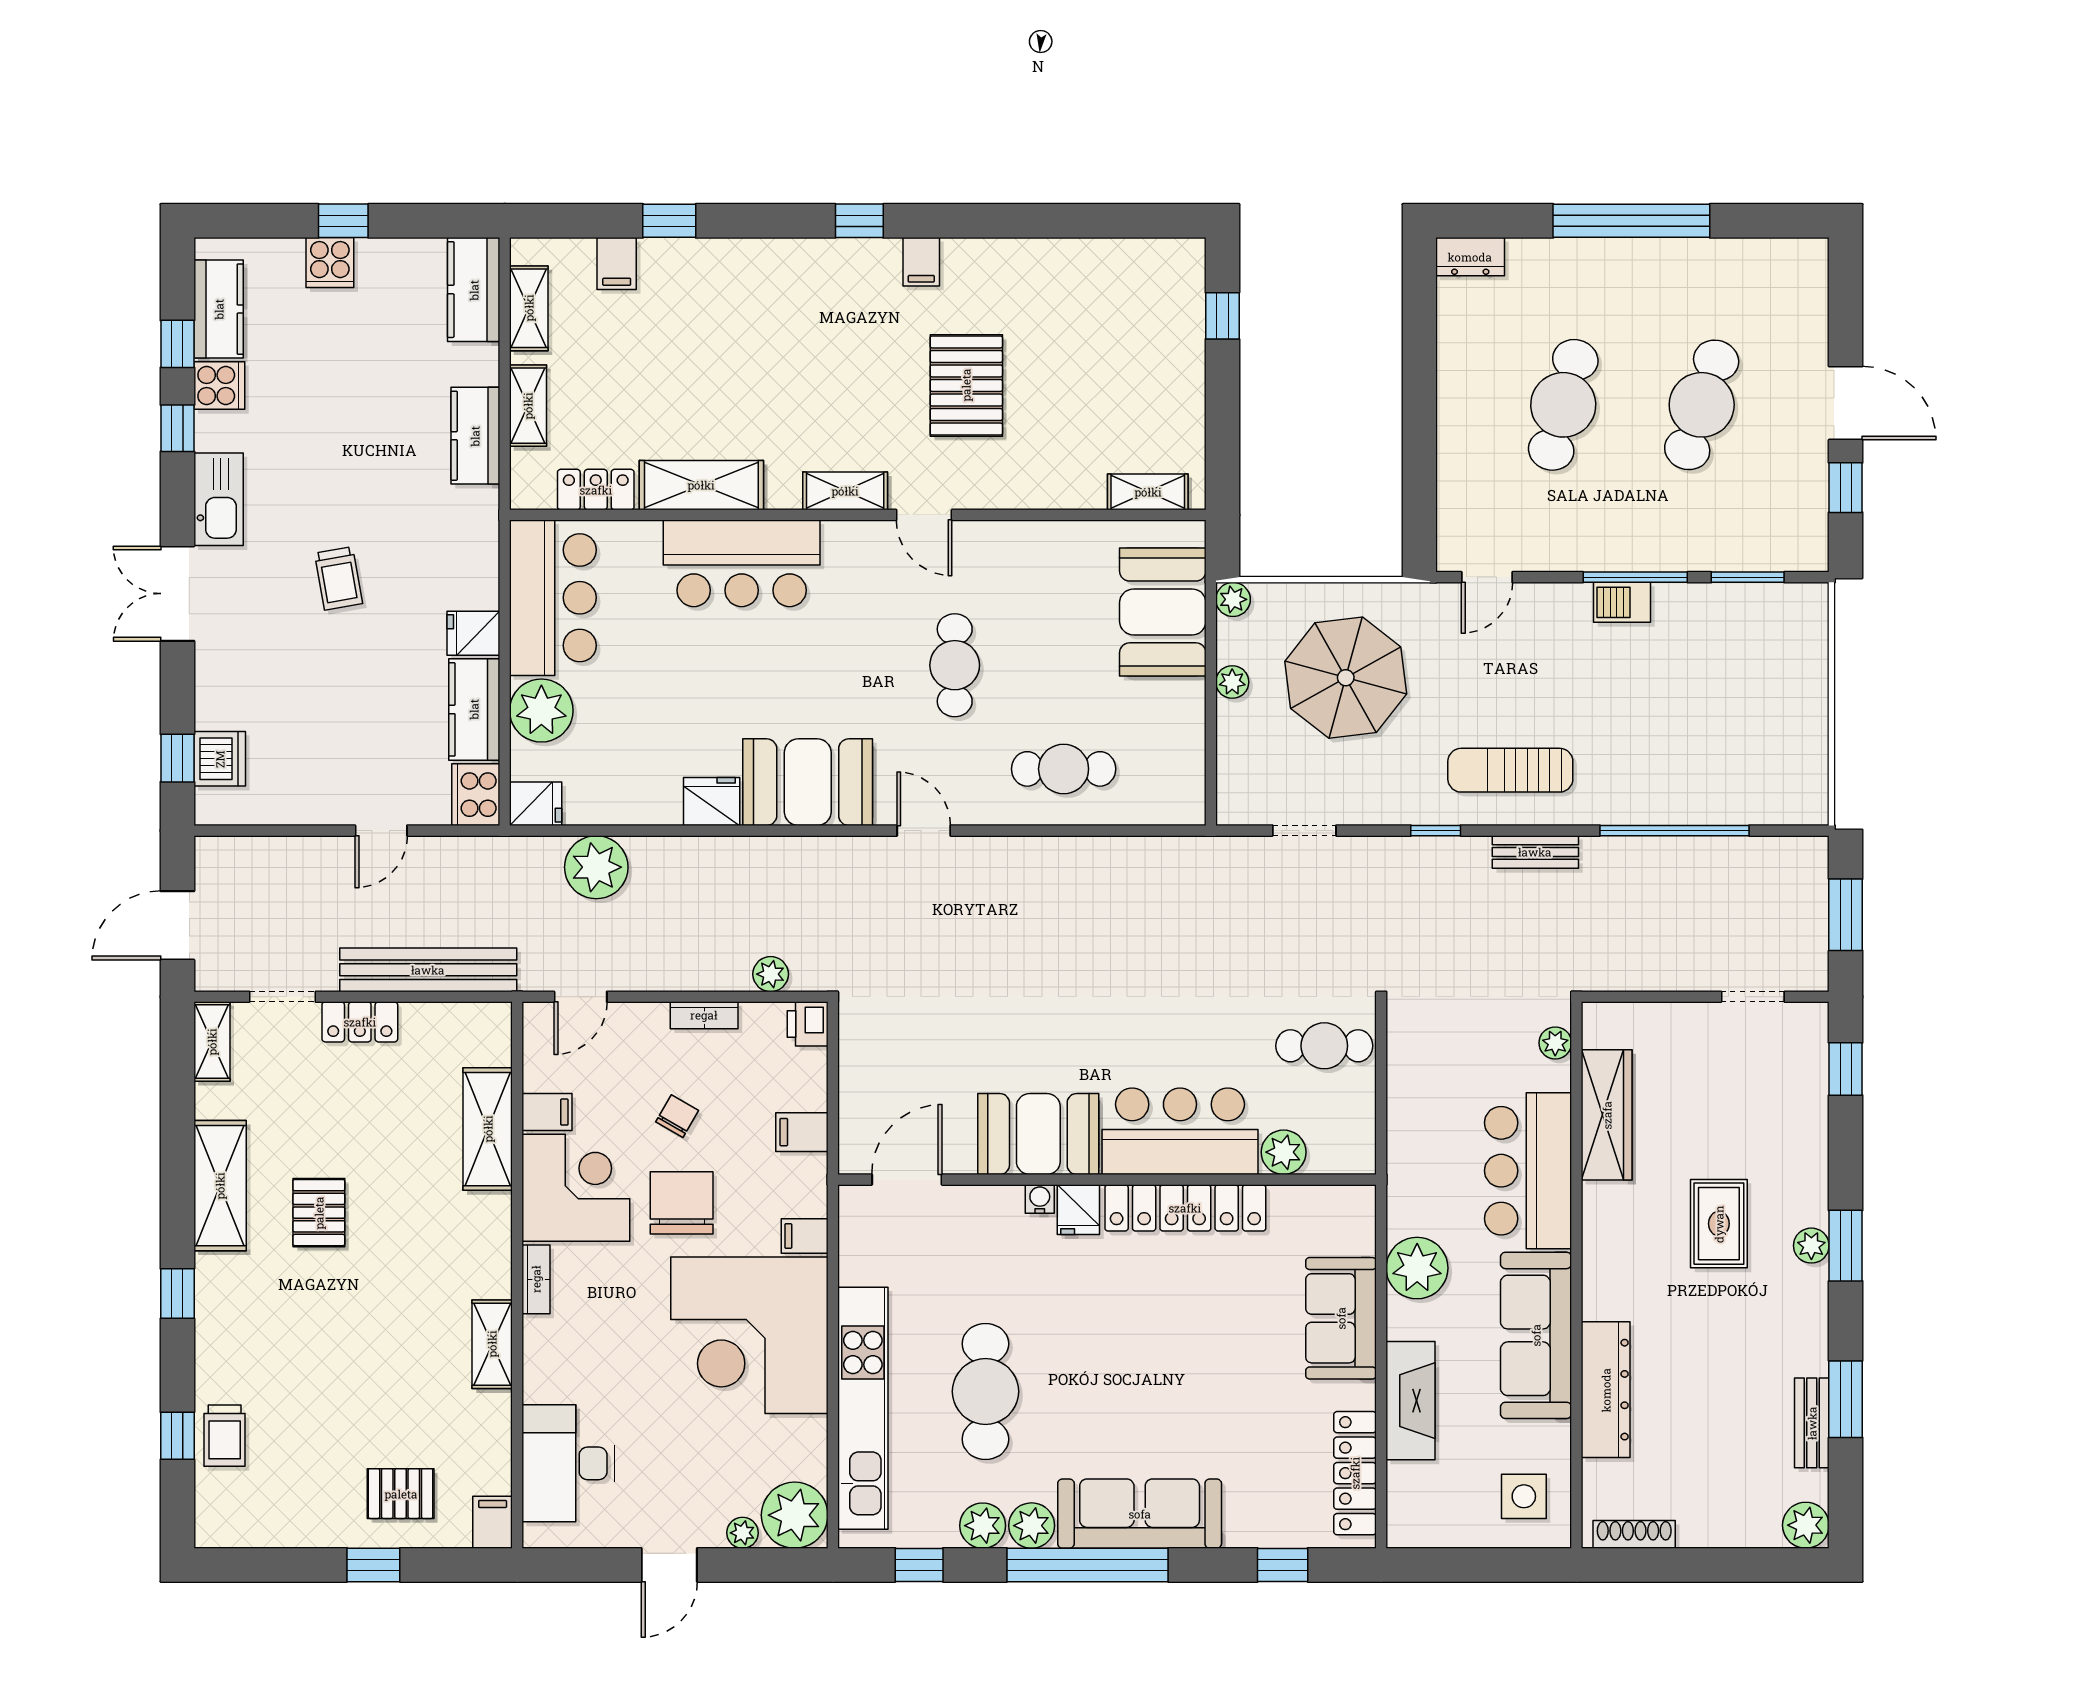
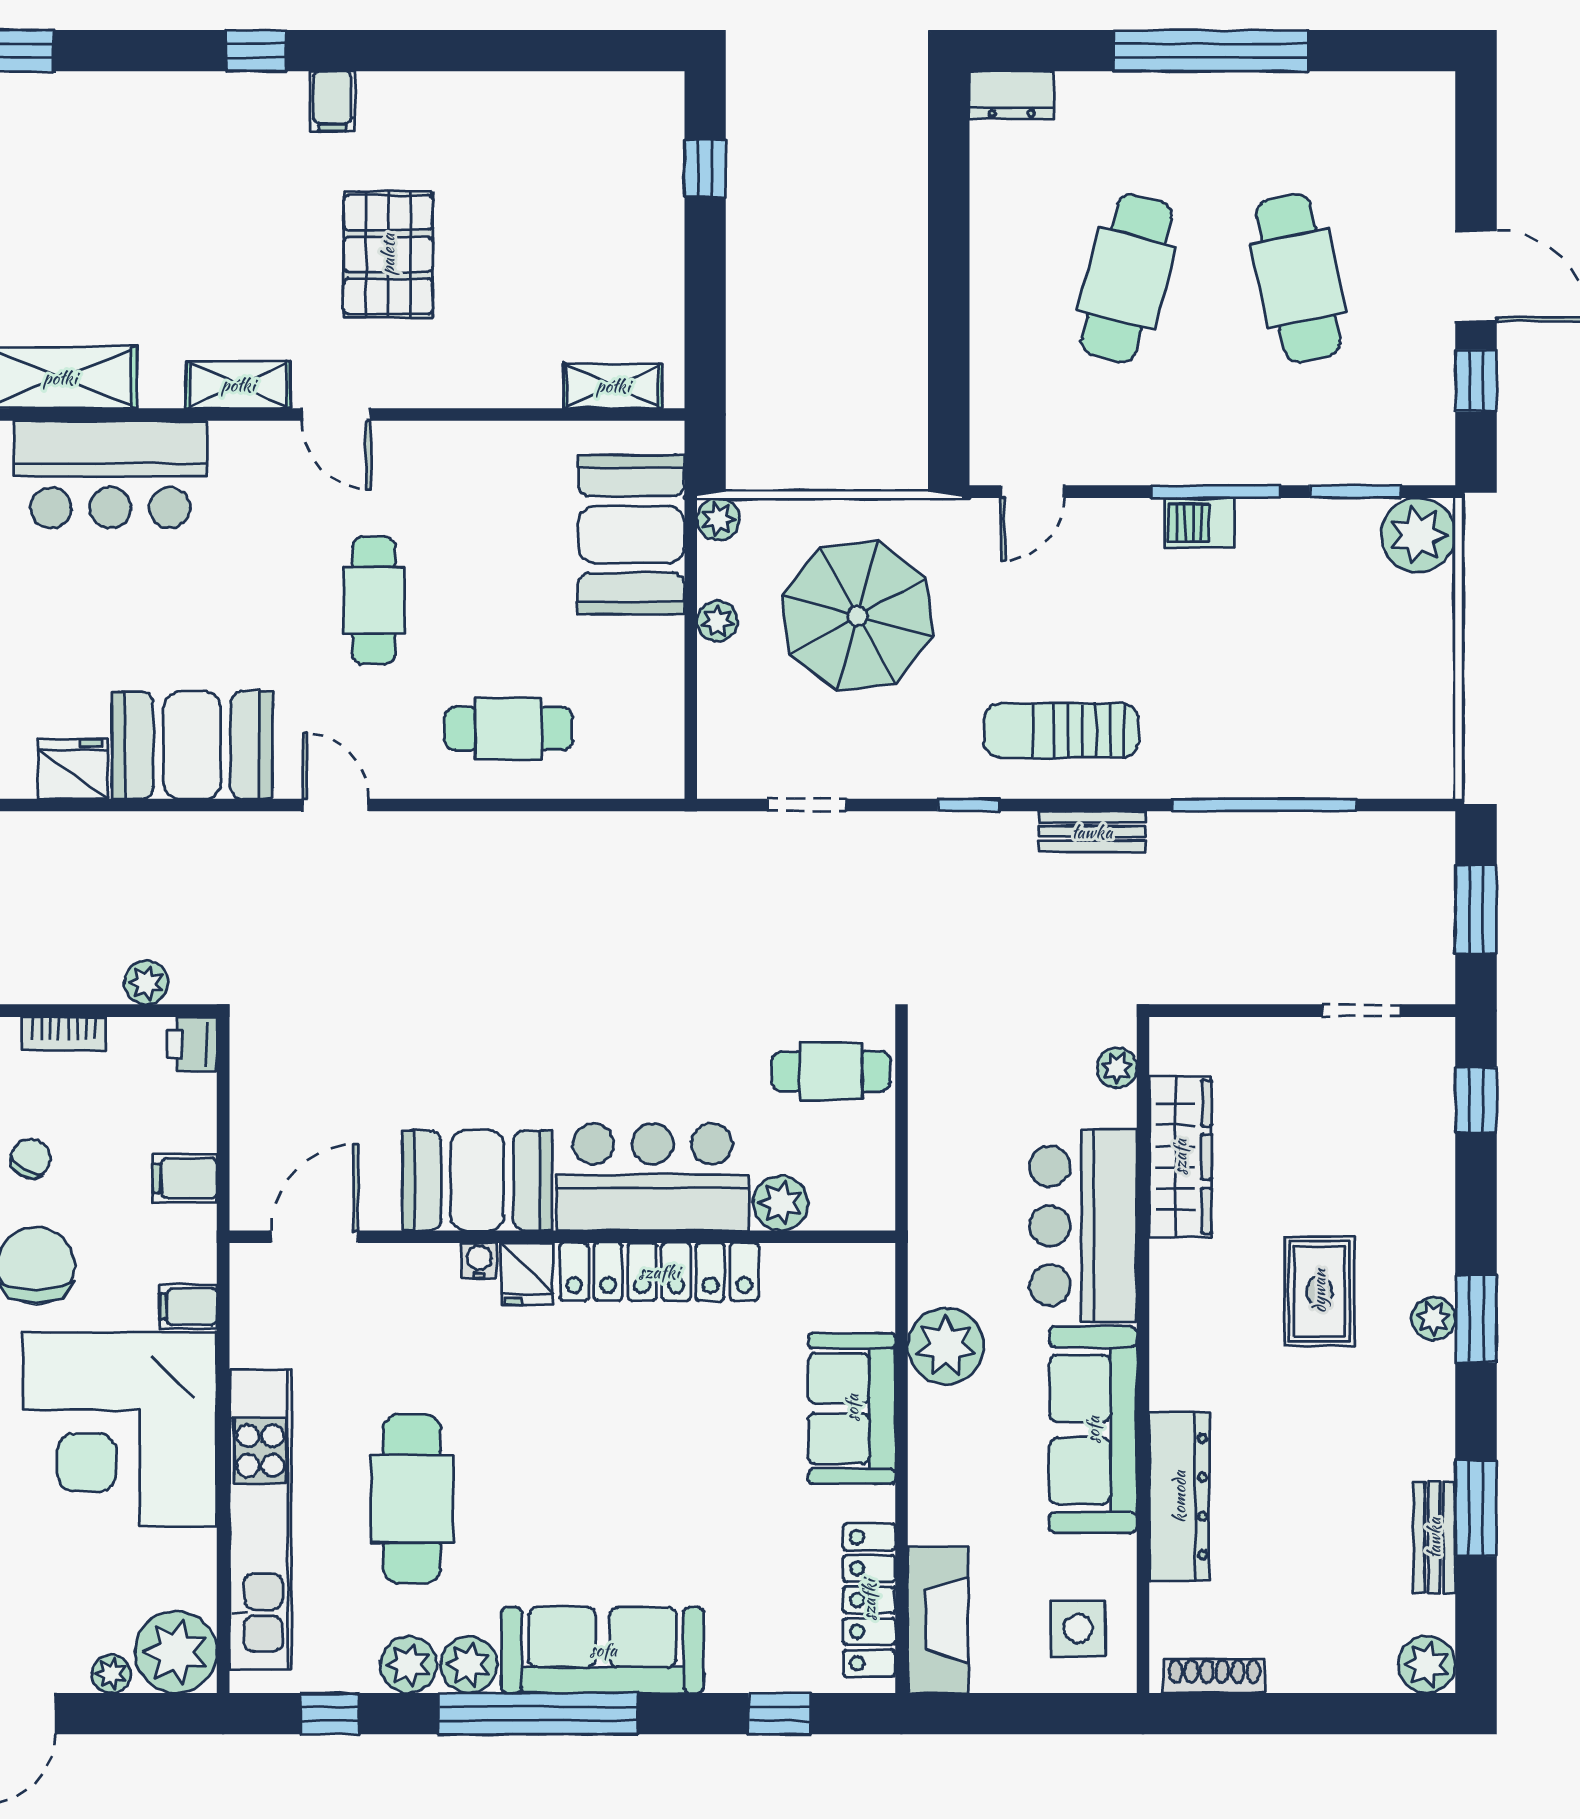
cafe table: (1702, 405) -> (1298, 278), turned -30
plant: (1799, 612) -> (1418, 535), added
fireplace: (1411, 1401) -> (938, 1620), moved

